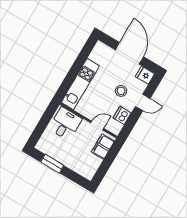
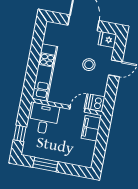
dishwasher: (122, 115) -> (97, 103), moved
window: (40, 129) -> (20, 133), added

